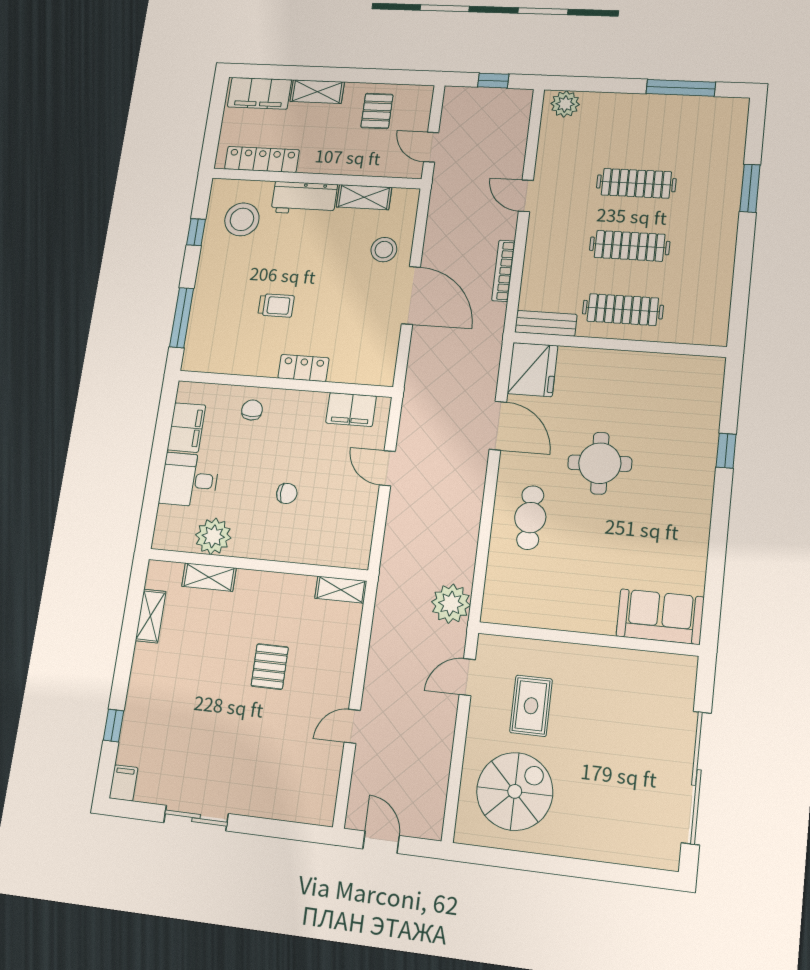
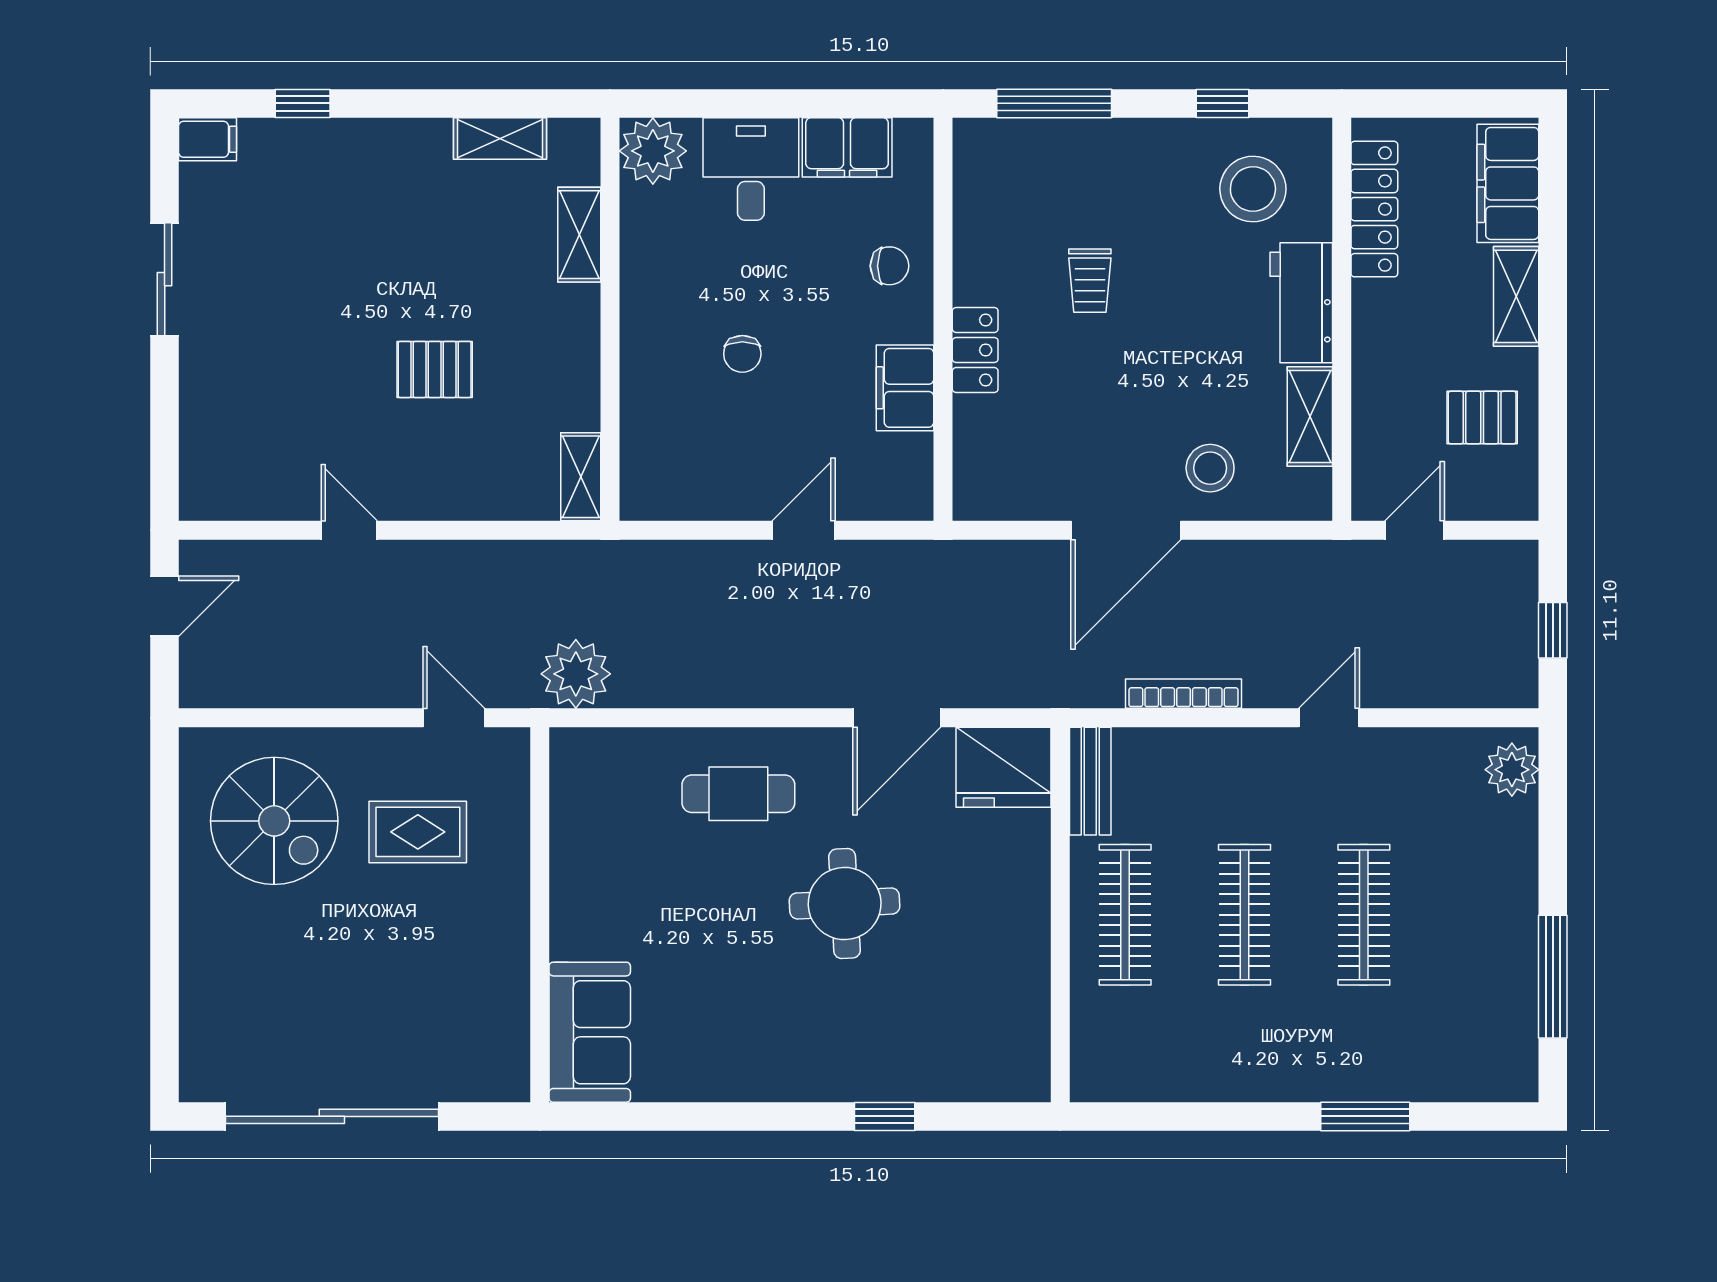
filing cabinet: (351, 410) -> (905, 388), moved
plant: (213, 536) -> (653, 151), moved

